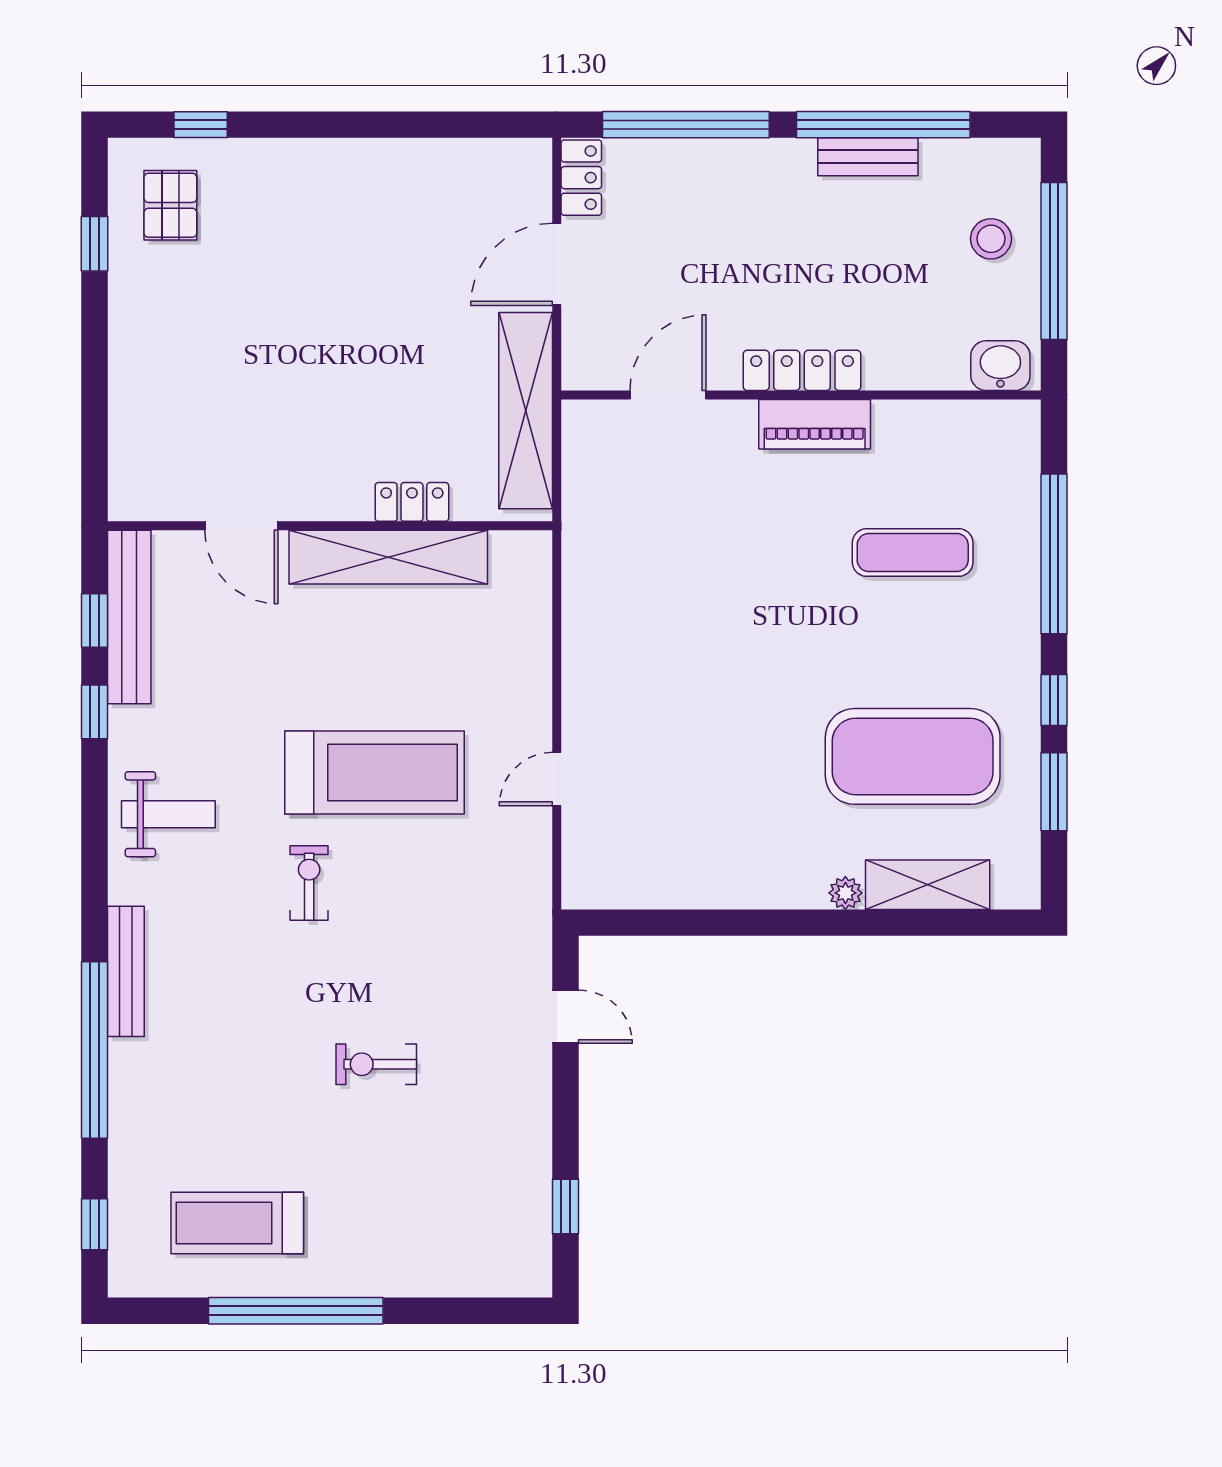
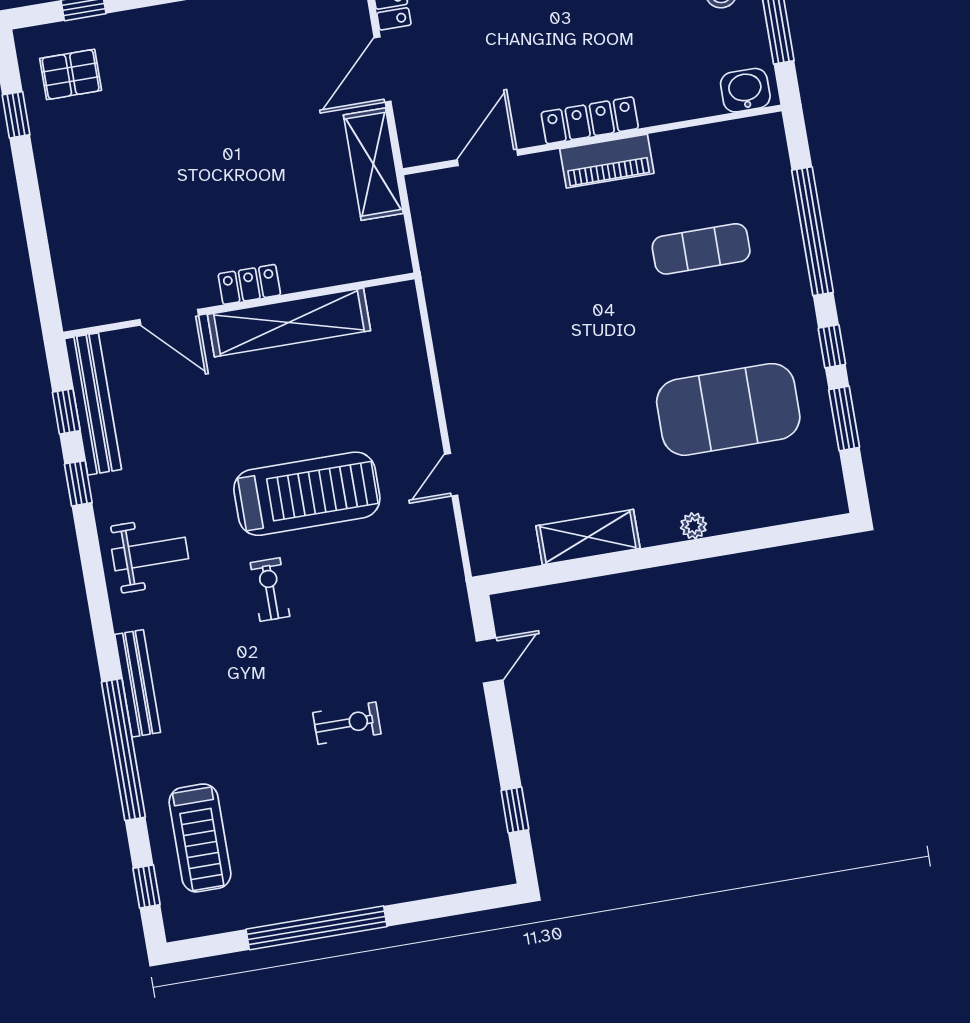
pallet: (170, 205) -> (71, 74), turned 90
shelving: (526, 411) -> (373, 164), width x0.68
locker: (412, 502) -> (249, 284), moved
shelving: (928, 885) -> (588, 537), moved
door: (566, 1017) -> (490, 661), hinge flipped
exercise bike: (376, 1064) -> (347, 723), turned 180
treadmill: (237, 1223) -> (200, 838), moved, turned -90

